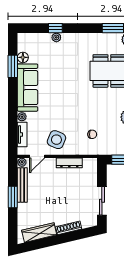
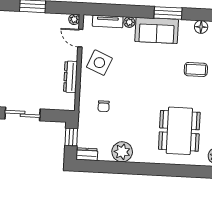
coffee table: (58, 60) -> (196, 69), added
window: (13, 66) -> (168, 13), moved
sofa: (28, 88) -> (157, 30), width x0.73
bench: (22, 185) -> (47, 19), removed

